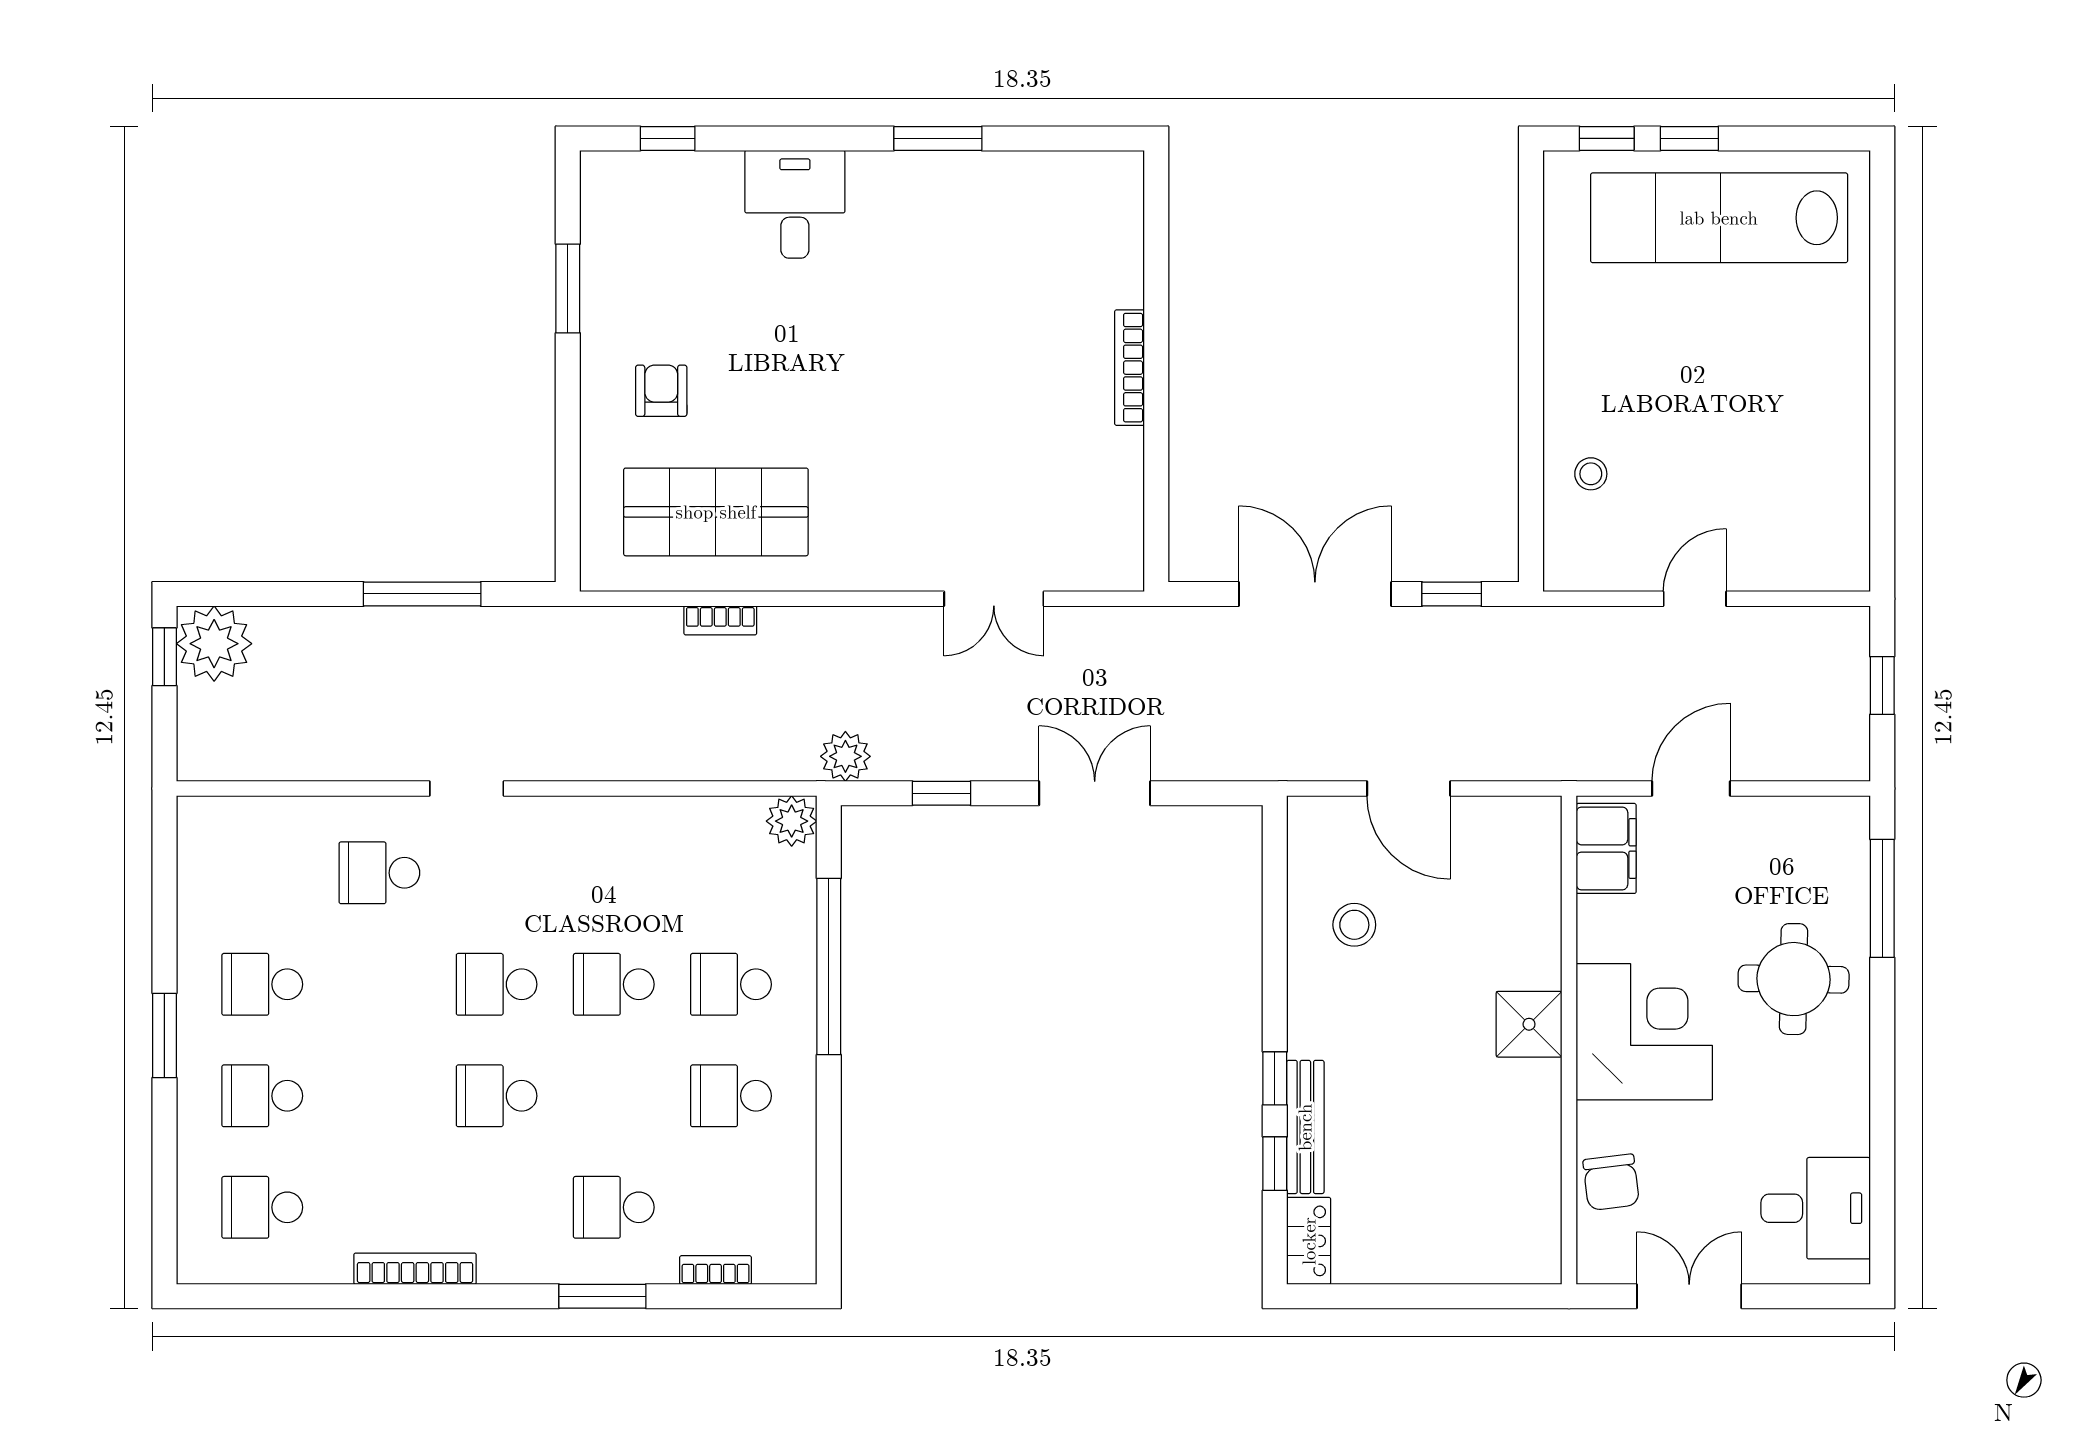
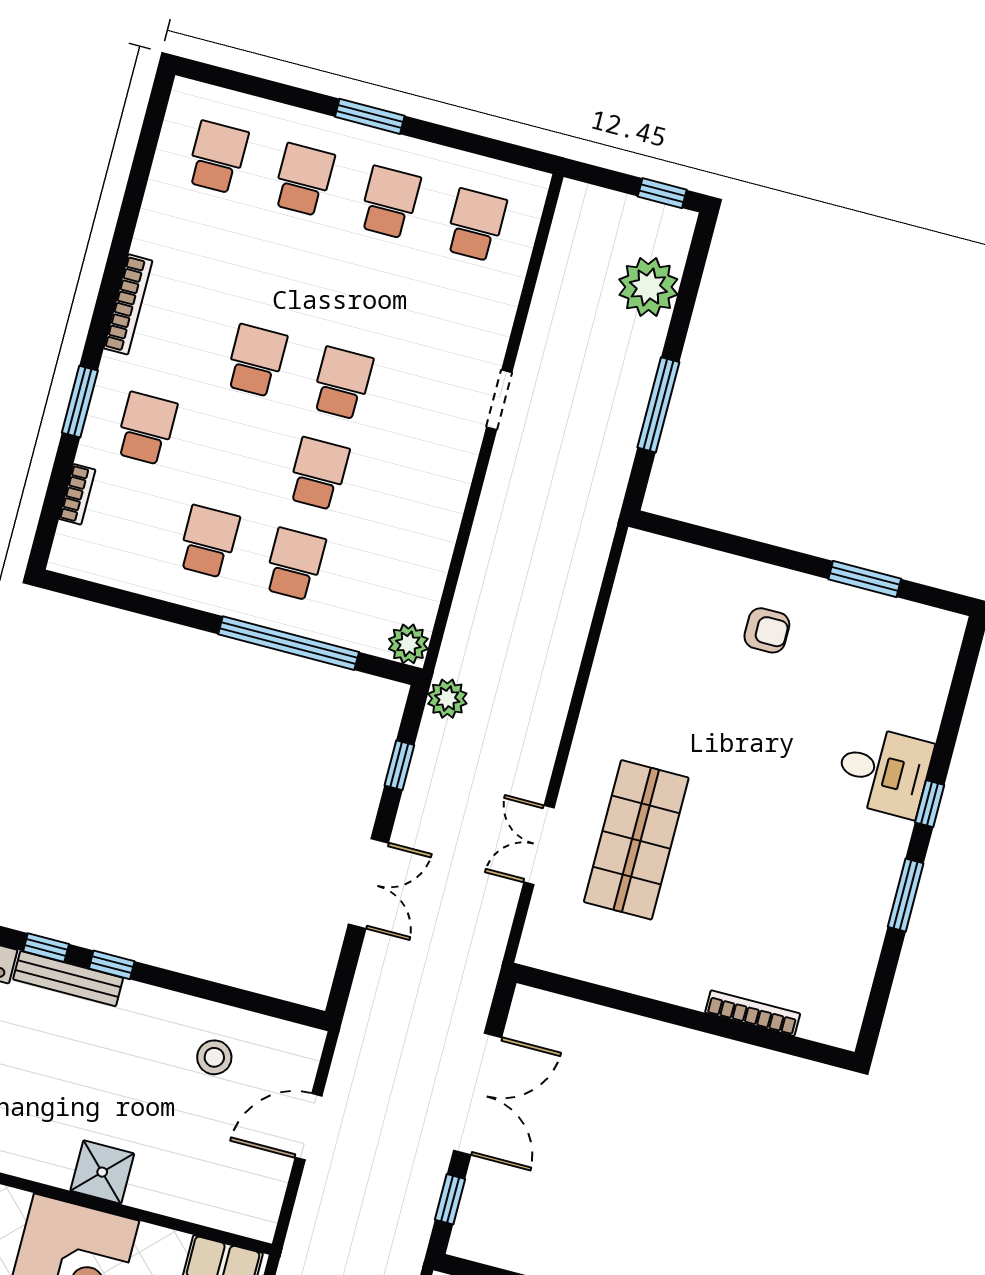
window: (668, 138) -> (930, 804), moved
bookcase: (1130, 368) -> (753, 1013), moved
shop shelf: (716, 512) -> (636, 840), moved
bookcase: (720, 620) -> (578, 630), removed
plant: (214, 644) -> (648, 287), moved
school desk: (379, 873) -> (476, 225), moved
bookcase: (415, 1269) -> (128, 304), moved

